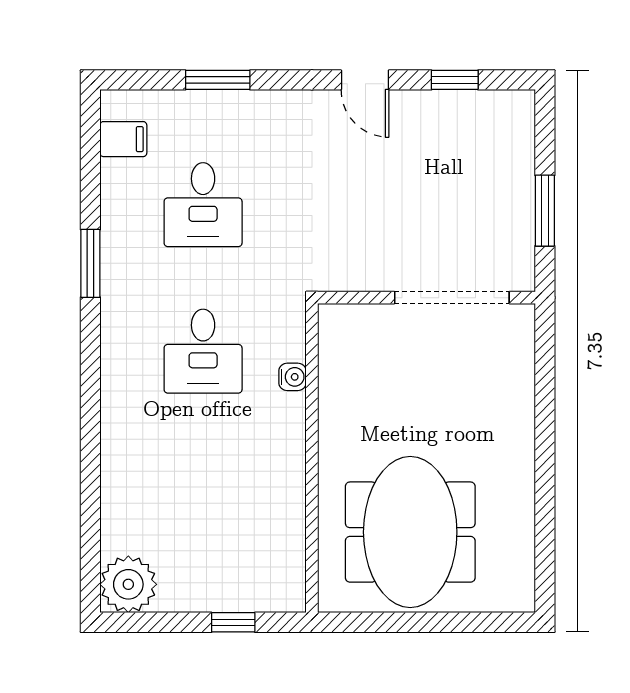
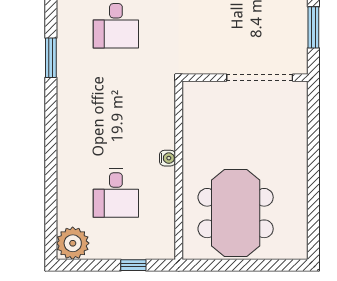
desk: (203, 351) -> (116, 193), moved
water cooler: (292, 377) -> (168, 158), moved

